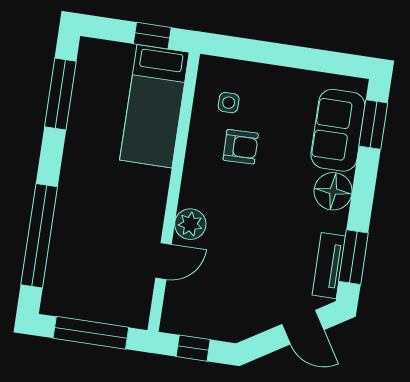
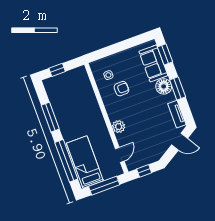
window: (152, 36) -> (57, 70), moved
window: (60, 94) -> (50, 117), moved
bed: (154, 106) -> (85, 162), moved, turned 180
window: (353, 257) -> (178, 88), moved
door: (163, 261) -> (120, 155), moved

